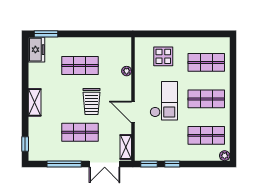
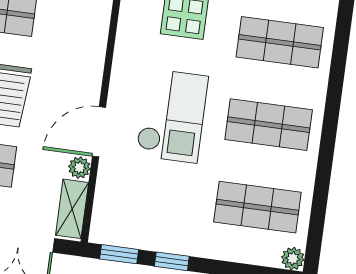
plant: (127, 71) -> (79, 168), moved
door: (133, 112) -> (99, 132), hinge flipped

